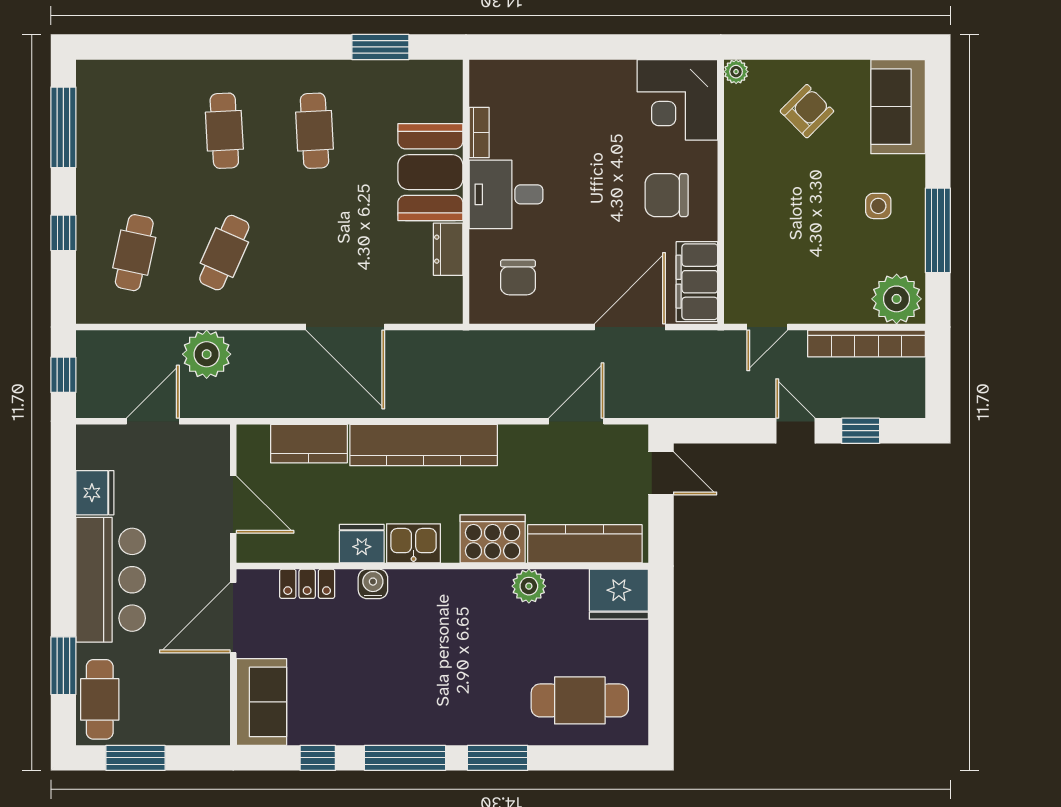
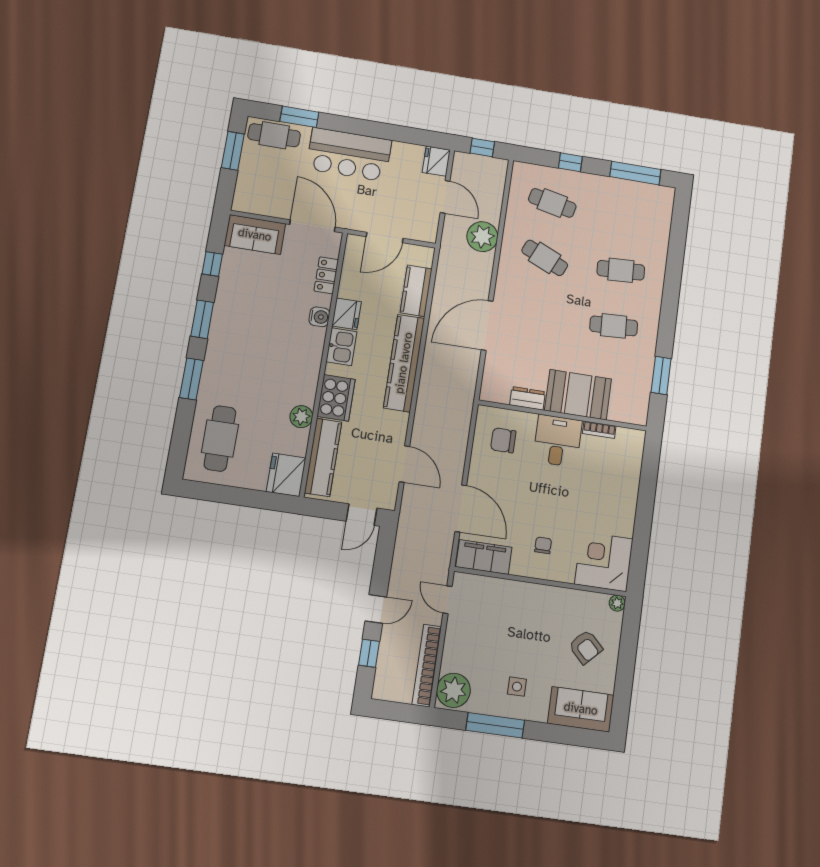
chair: (667, 195) -> (543, 545), width x0.54, depth x0.54
fridge: (95, 493) -> (436, 161), moved, turned 90
window: (405, 758) -> (202, 319), width x0.69

